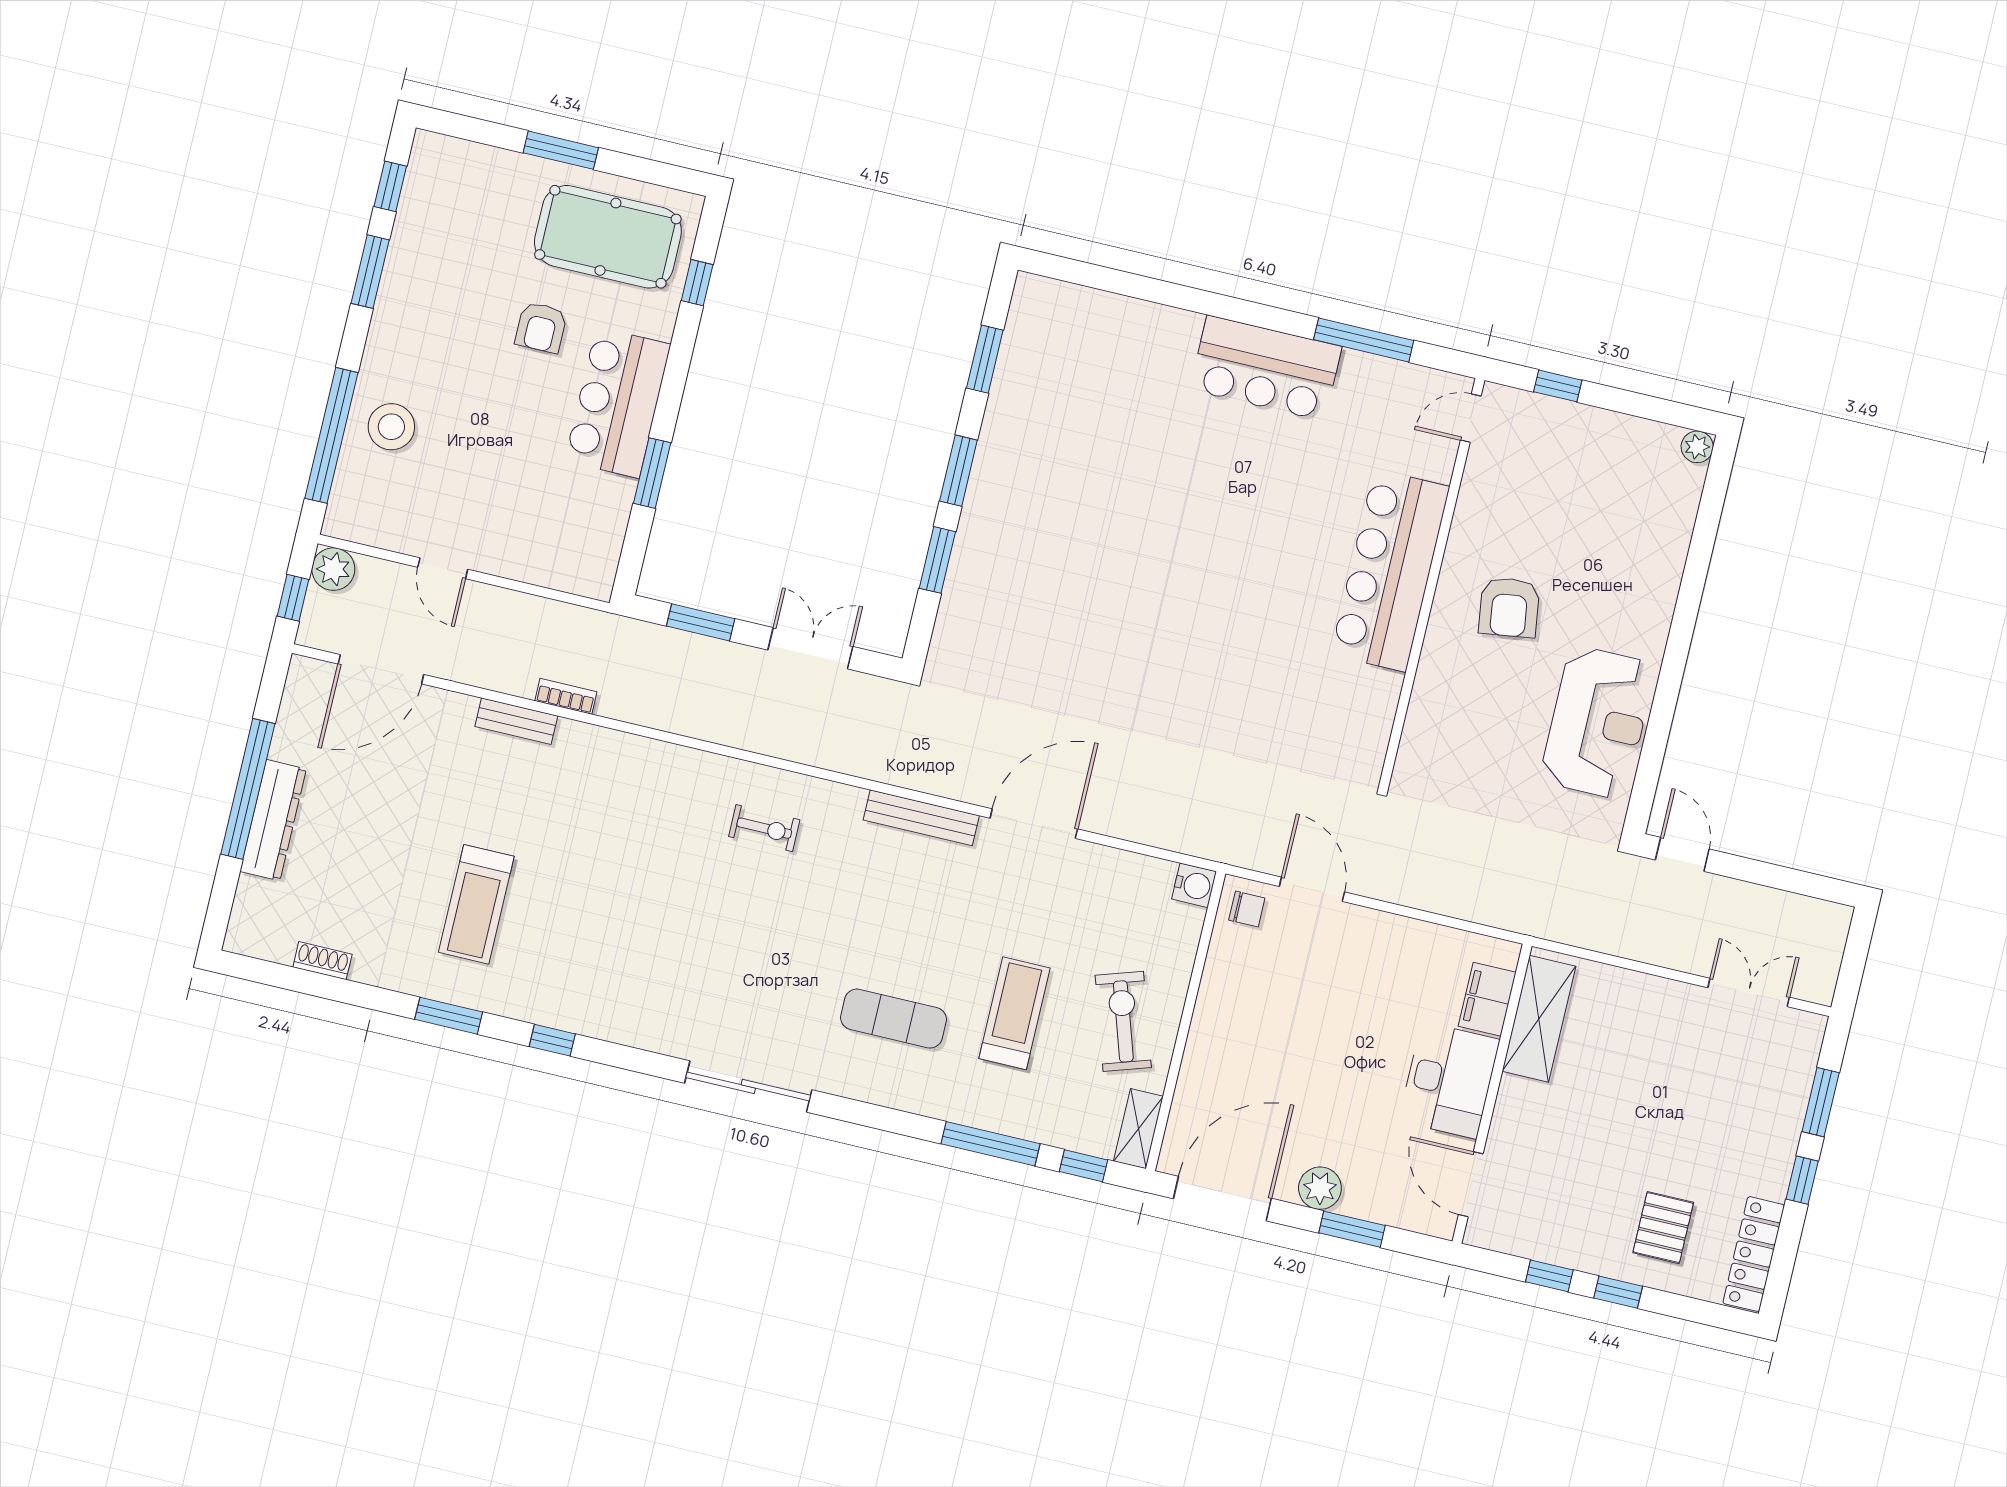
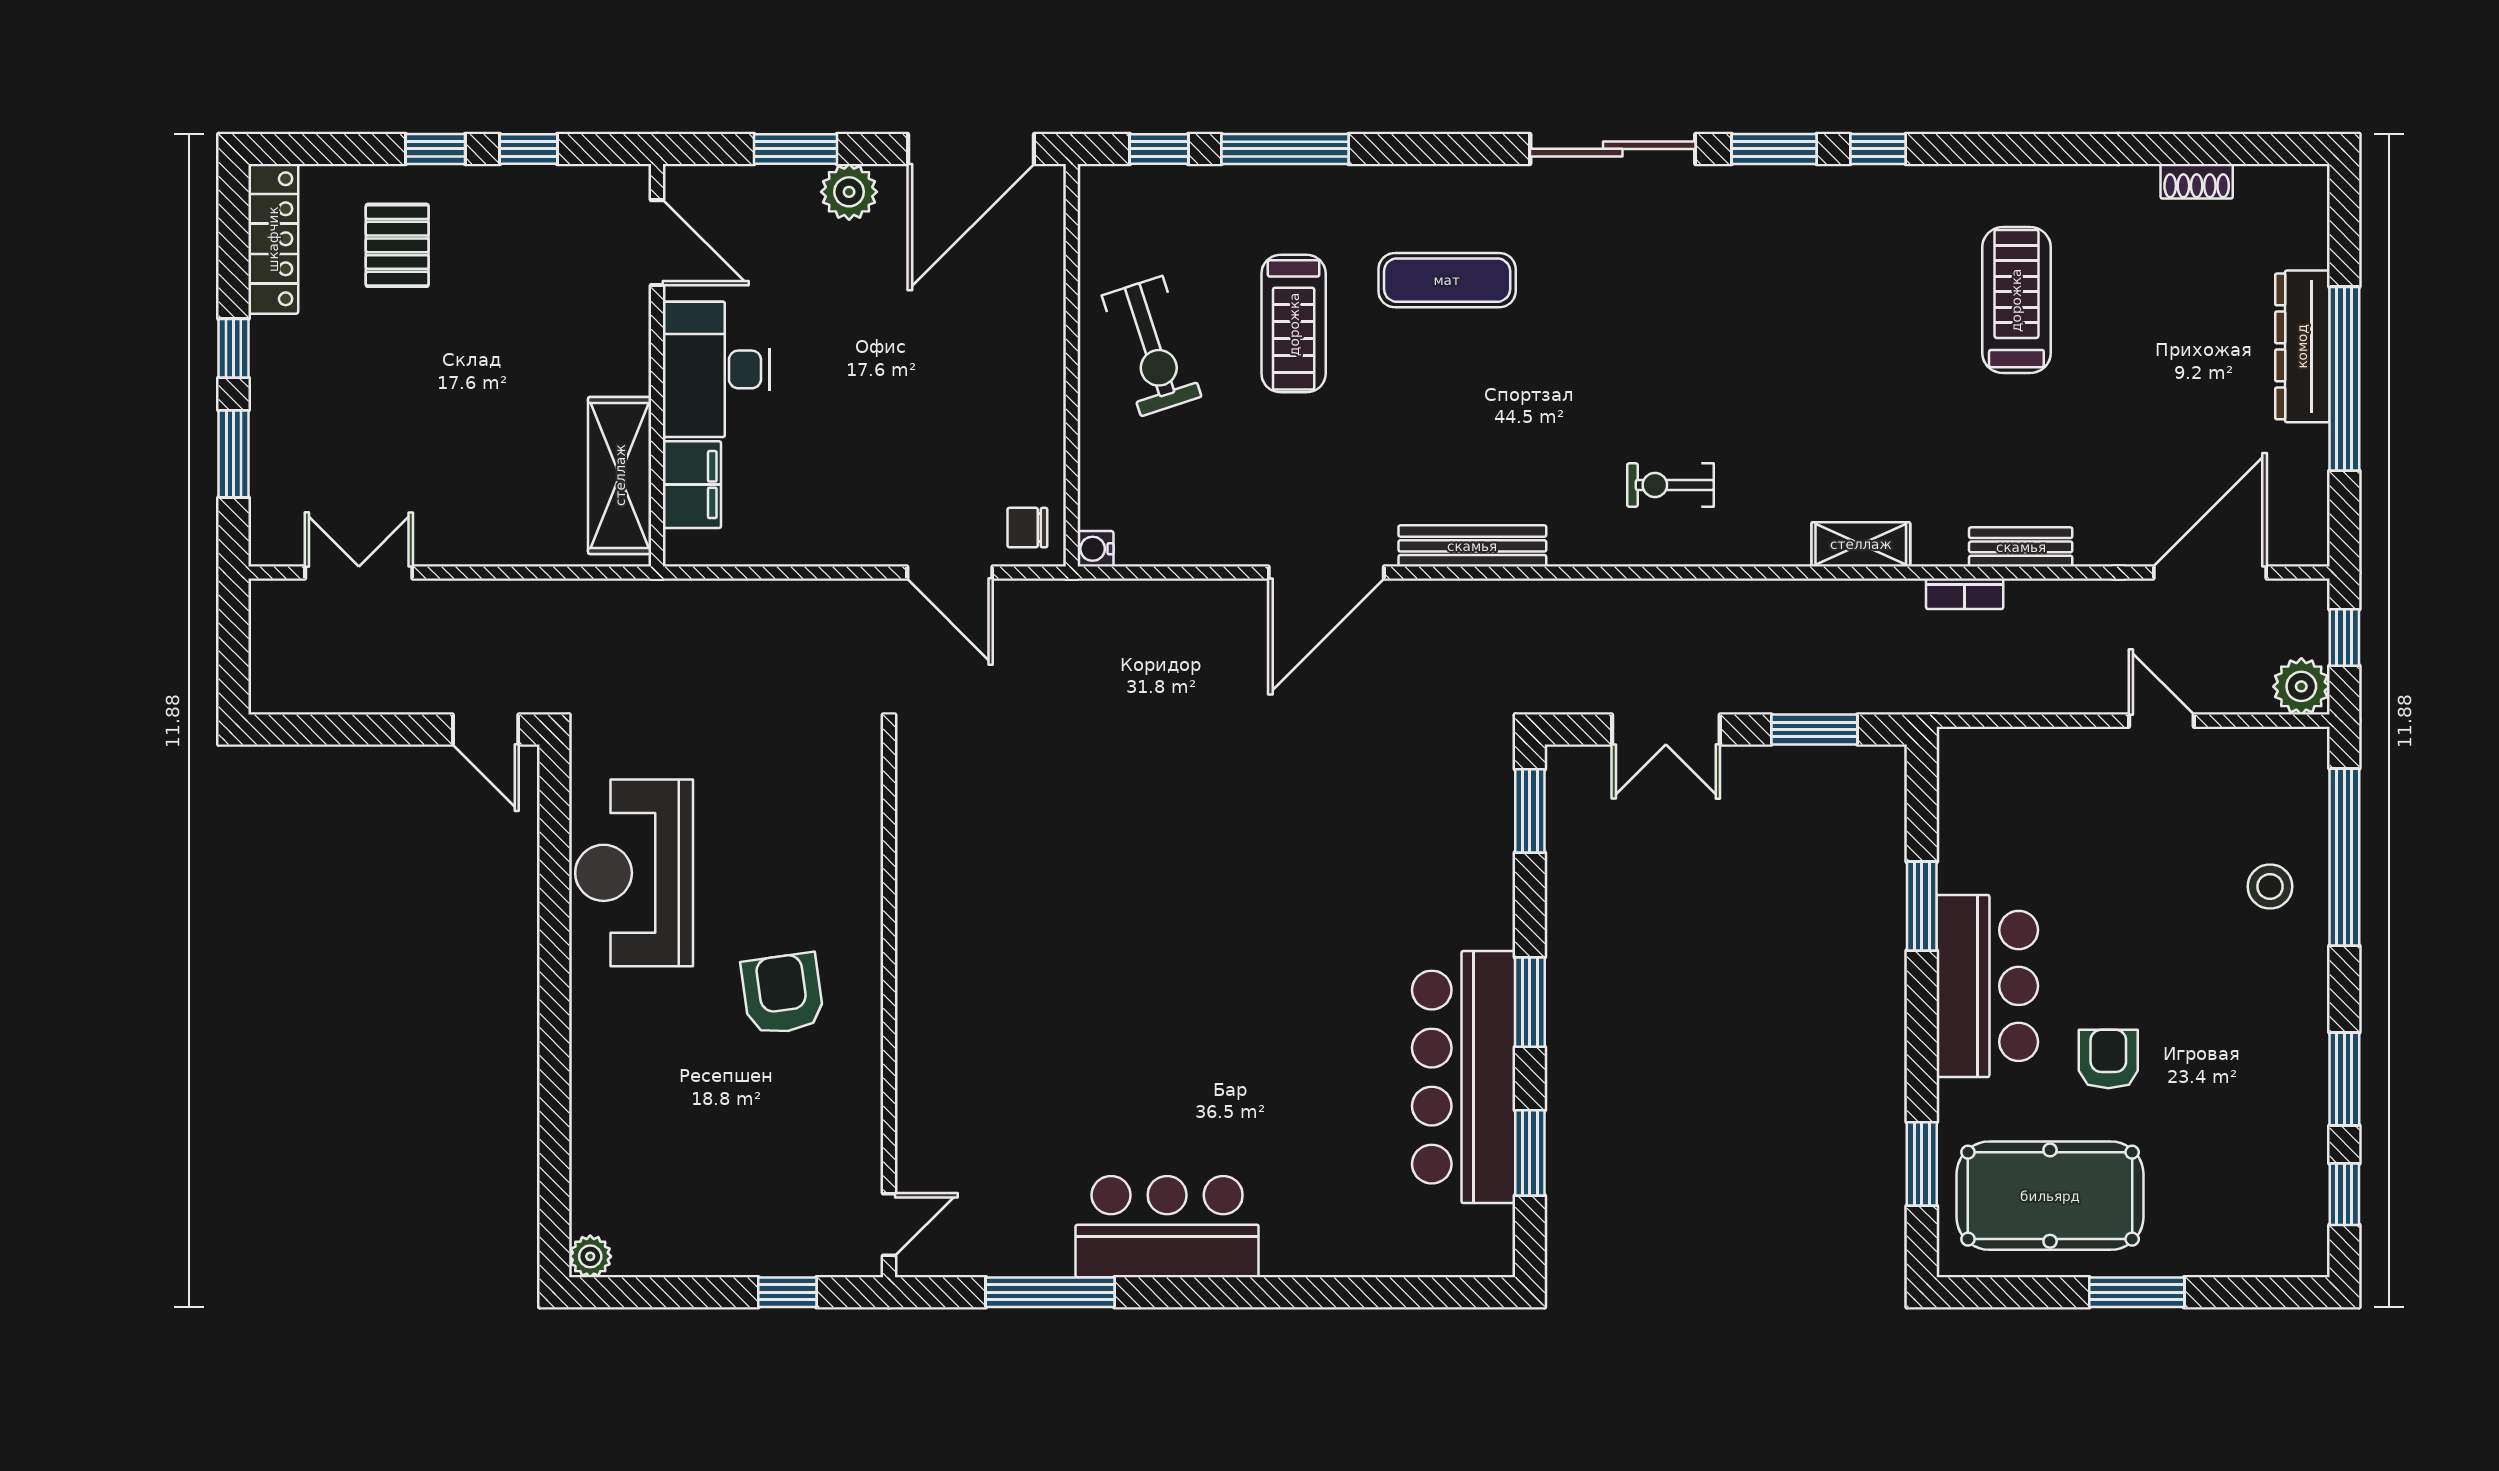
window: (697, 283) -> (1922, 1164), width x1.50
stool: (391, 427) -> (2270, 886), width x0.73, depth x0.73
window: (937, 560) -> (1530, 811), moved
bar counter: (1390, 571) -> (1464, 1077), moved, turned 180
water cooler: (1194, 885) -> (1095, 549), width x0.72, depth x0.72
double door: (1749, 993) -> (359, 572), swing flipped
window: (449, 1016) -> (1774, 149), moved
shelving: (1138, 1129) -> (1861, 544), moved, turned 90

